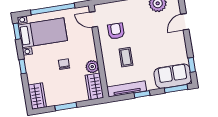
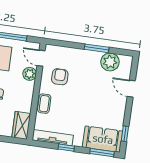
door: (185, 22) -> (131, 89), hinge flipped
coffee table: (126, 57) -> (44, 104), moved
plant: (92, 67) -> (30, 74), moved

